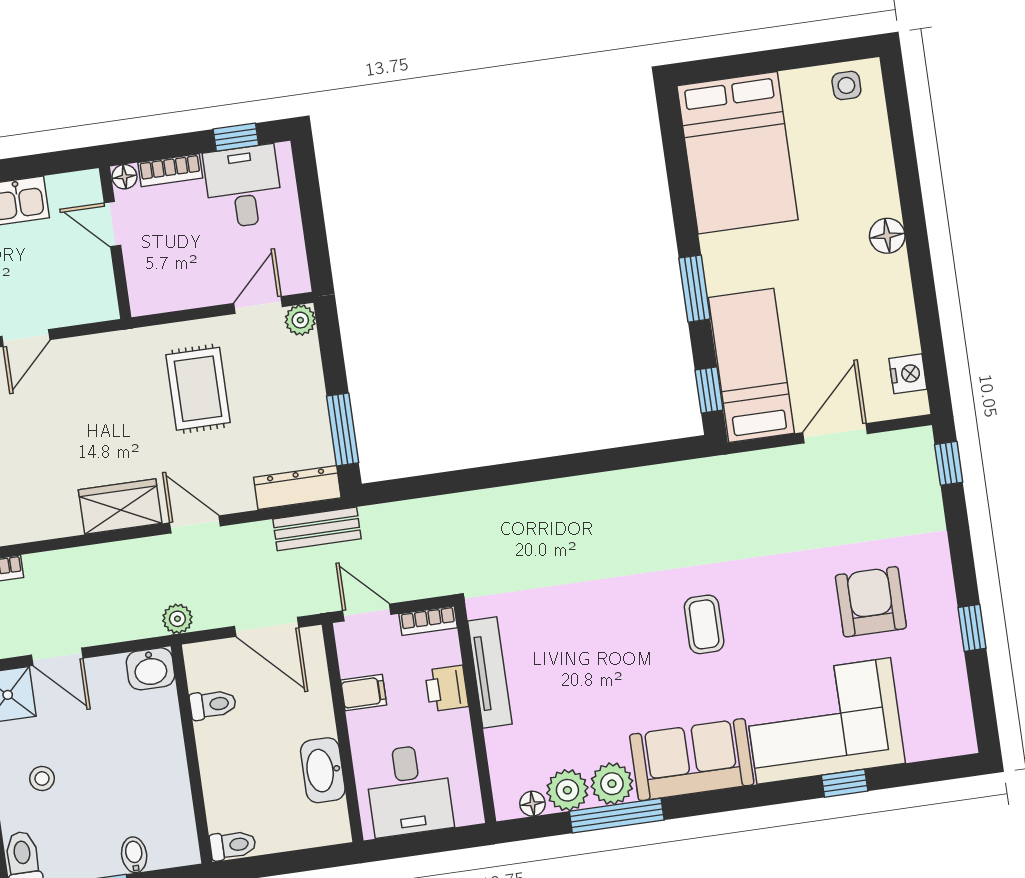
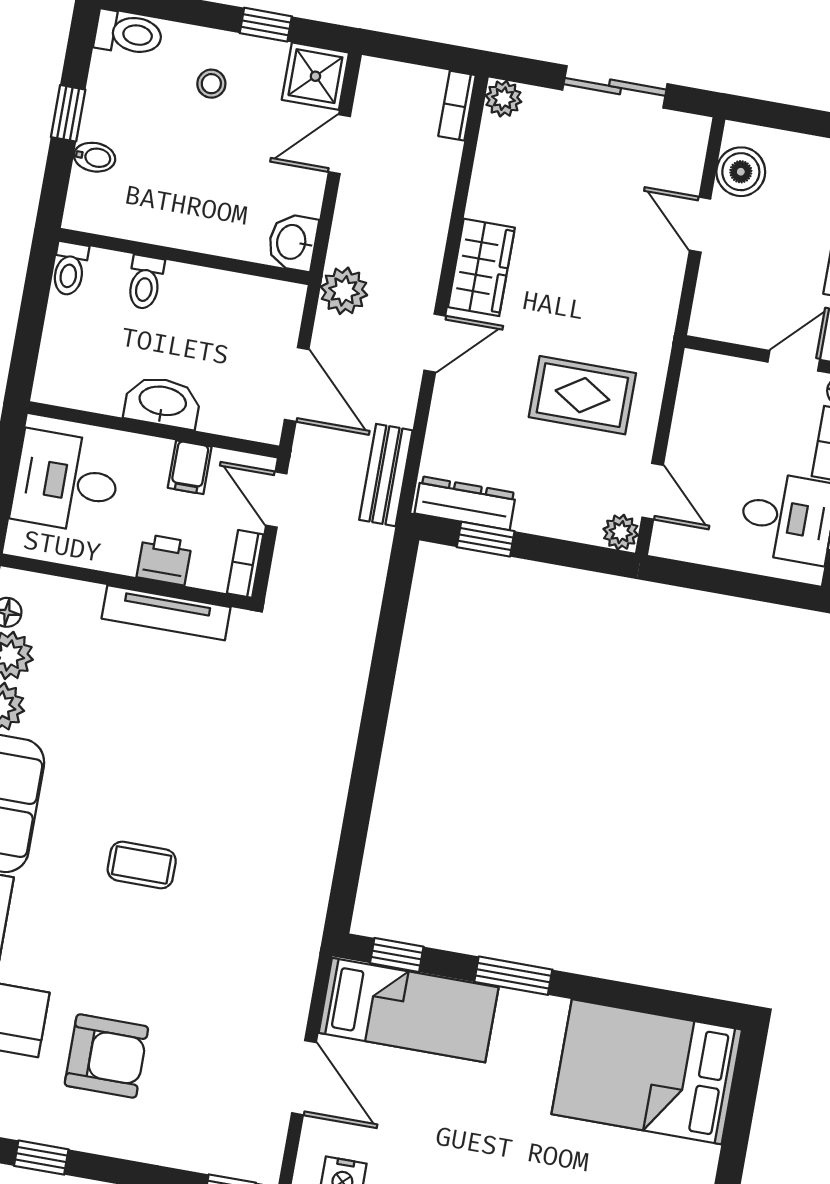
window: (343, 429) -> (486, 539), width x0.67
dresser: (297, 488) -> (465, 503), moved, turned -90
door: (367, 613) -> (276, 500), swing flipped
plant: (177, 619) -> (344, 291), width x1.38, depth x1.38
door: (267, 627) -> (297, 385), swing flipped
toilet: (213, 704) -> (145, 282), moved
washbasin: (323, 770) -> (162, 402), moved

